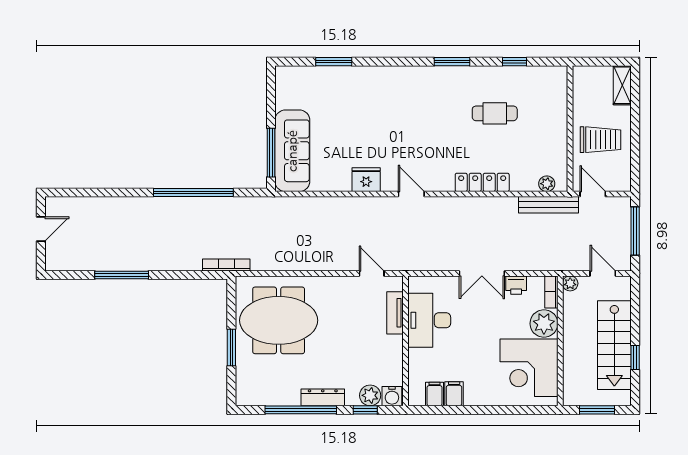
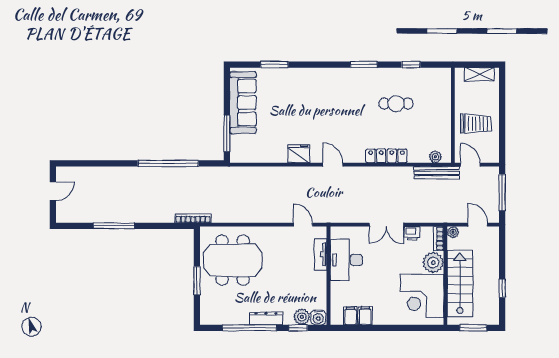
shelving: (622, 85) -> (479, 74), moved, turned 90
sofa: (292, 151) -> (243, 103), moved
stairs: (614, 345) -> (460, 284), moved, turned 180

